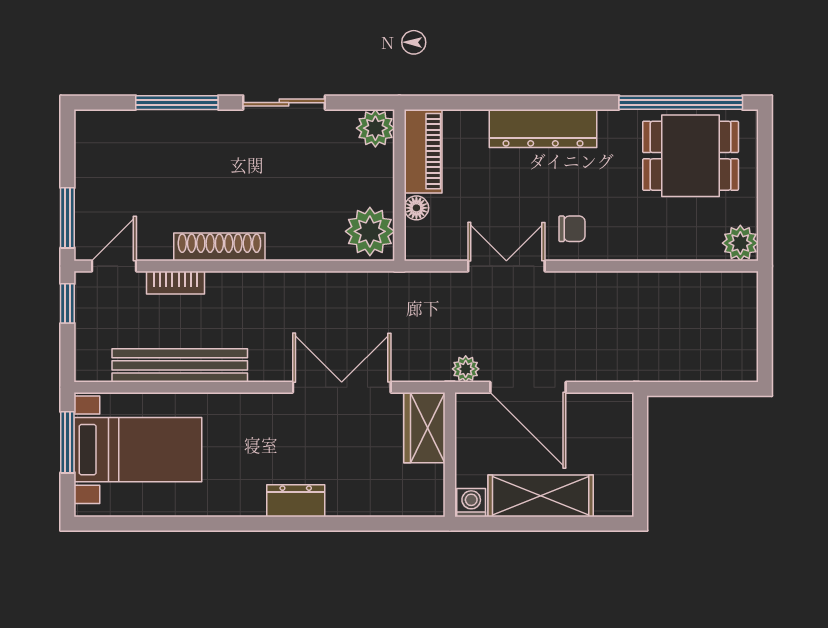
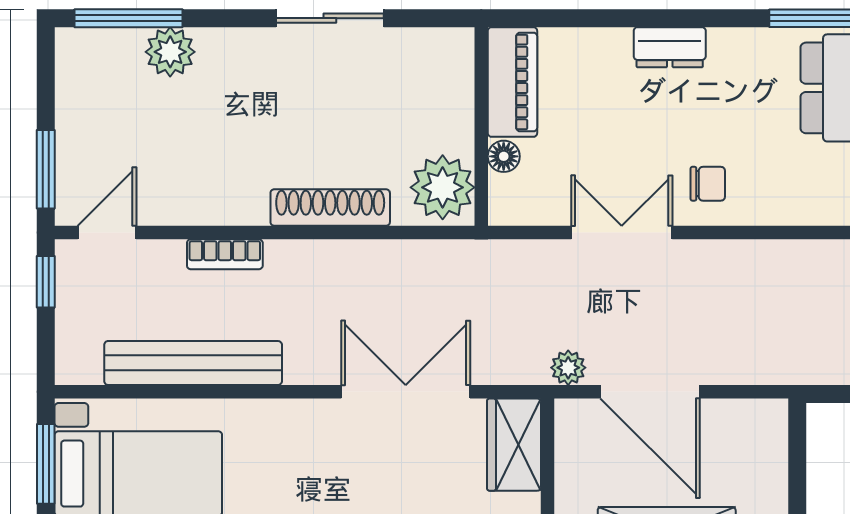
window: (177, 103) -> (129, 18), moved
plant: (375, 128) -> (170, 52), moved
dresser: (543, 128) -> (670, 47), width x0.51, depth x0.80
shoe rack: (219, 247) -> (330, 208), moved
bookcase: (176, 283) -> (225, 254), moved

